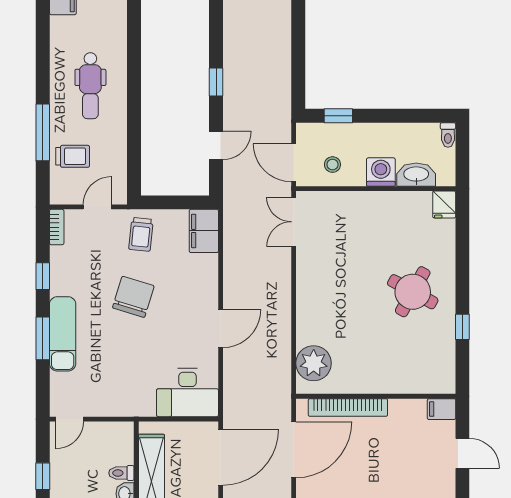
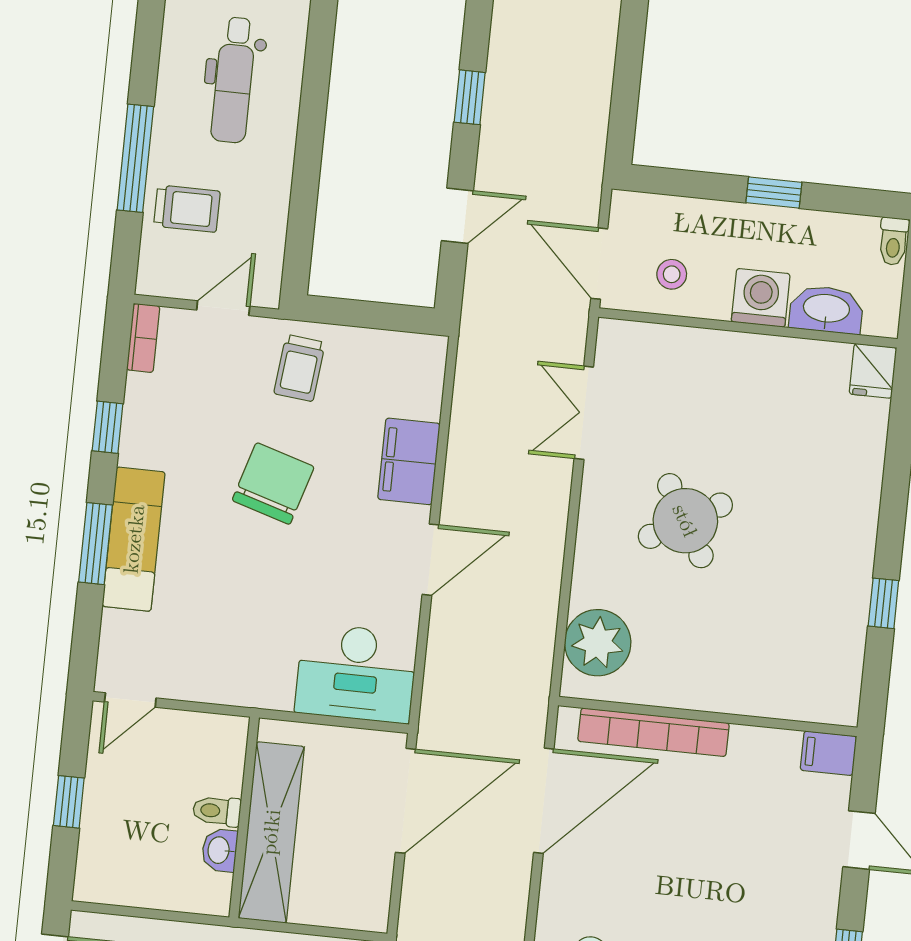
window: (338, 116) -> (774, 192), moved
double door: (294, 222) -> (584, 413), moved
filing cabinet: (204, 231) -> (409, 461), moved
round table: (413, 292) -> (685, 521), moved, turned 31

